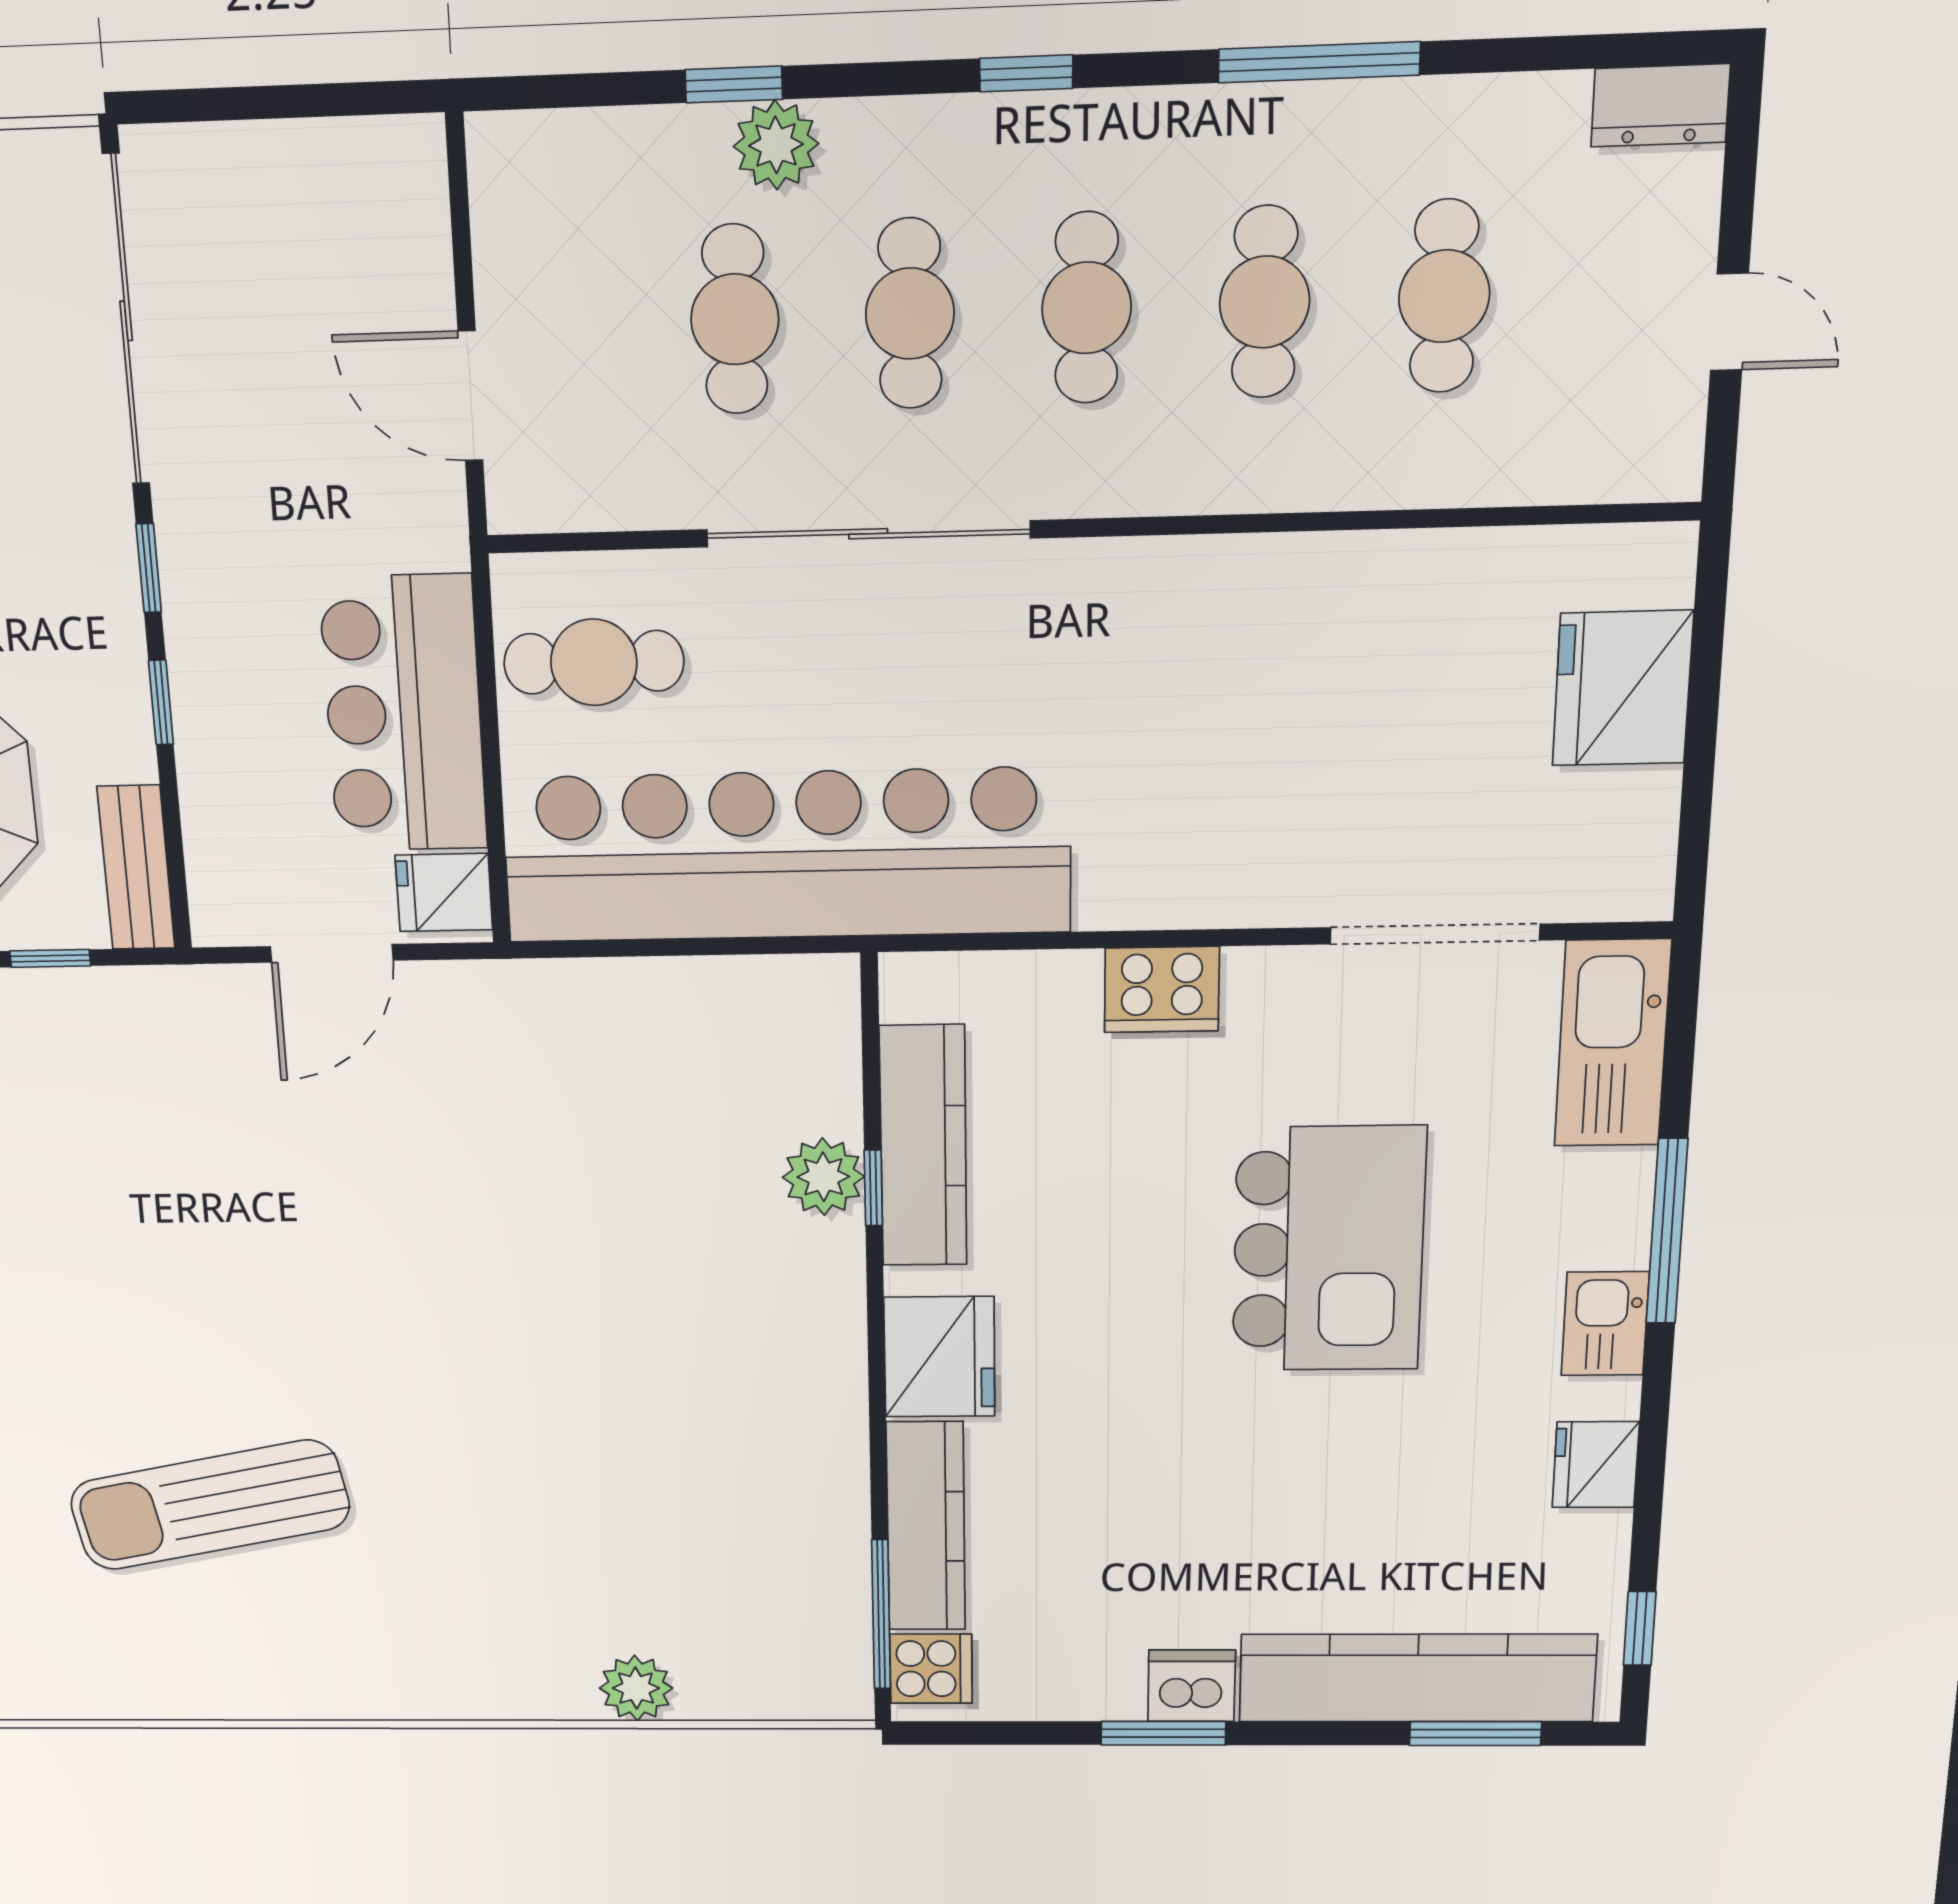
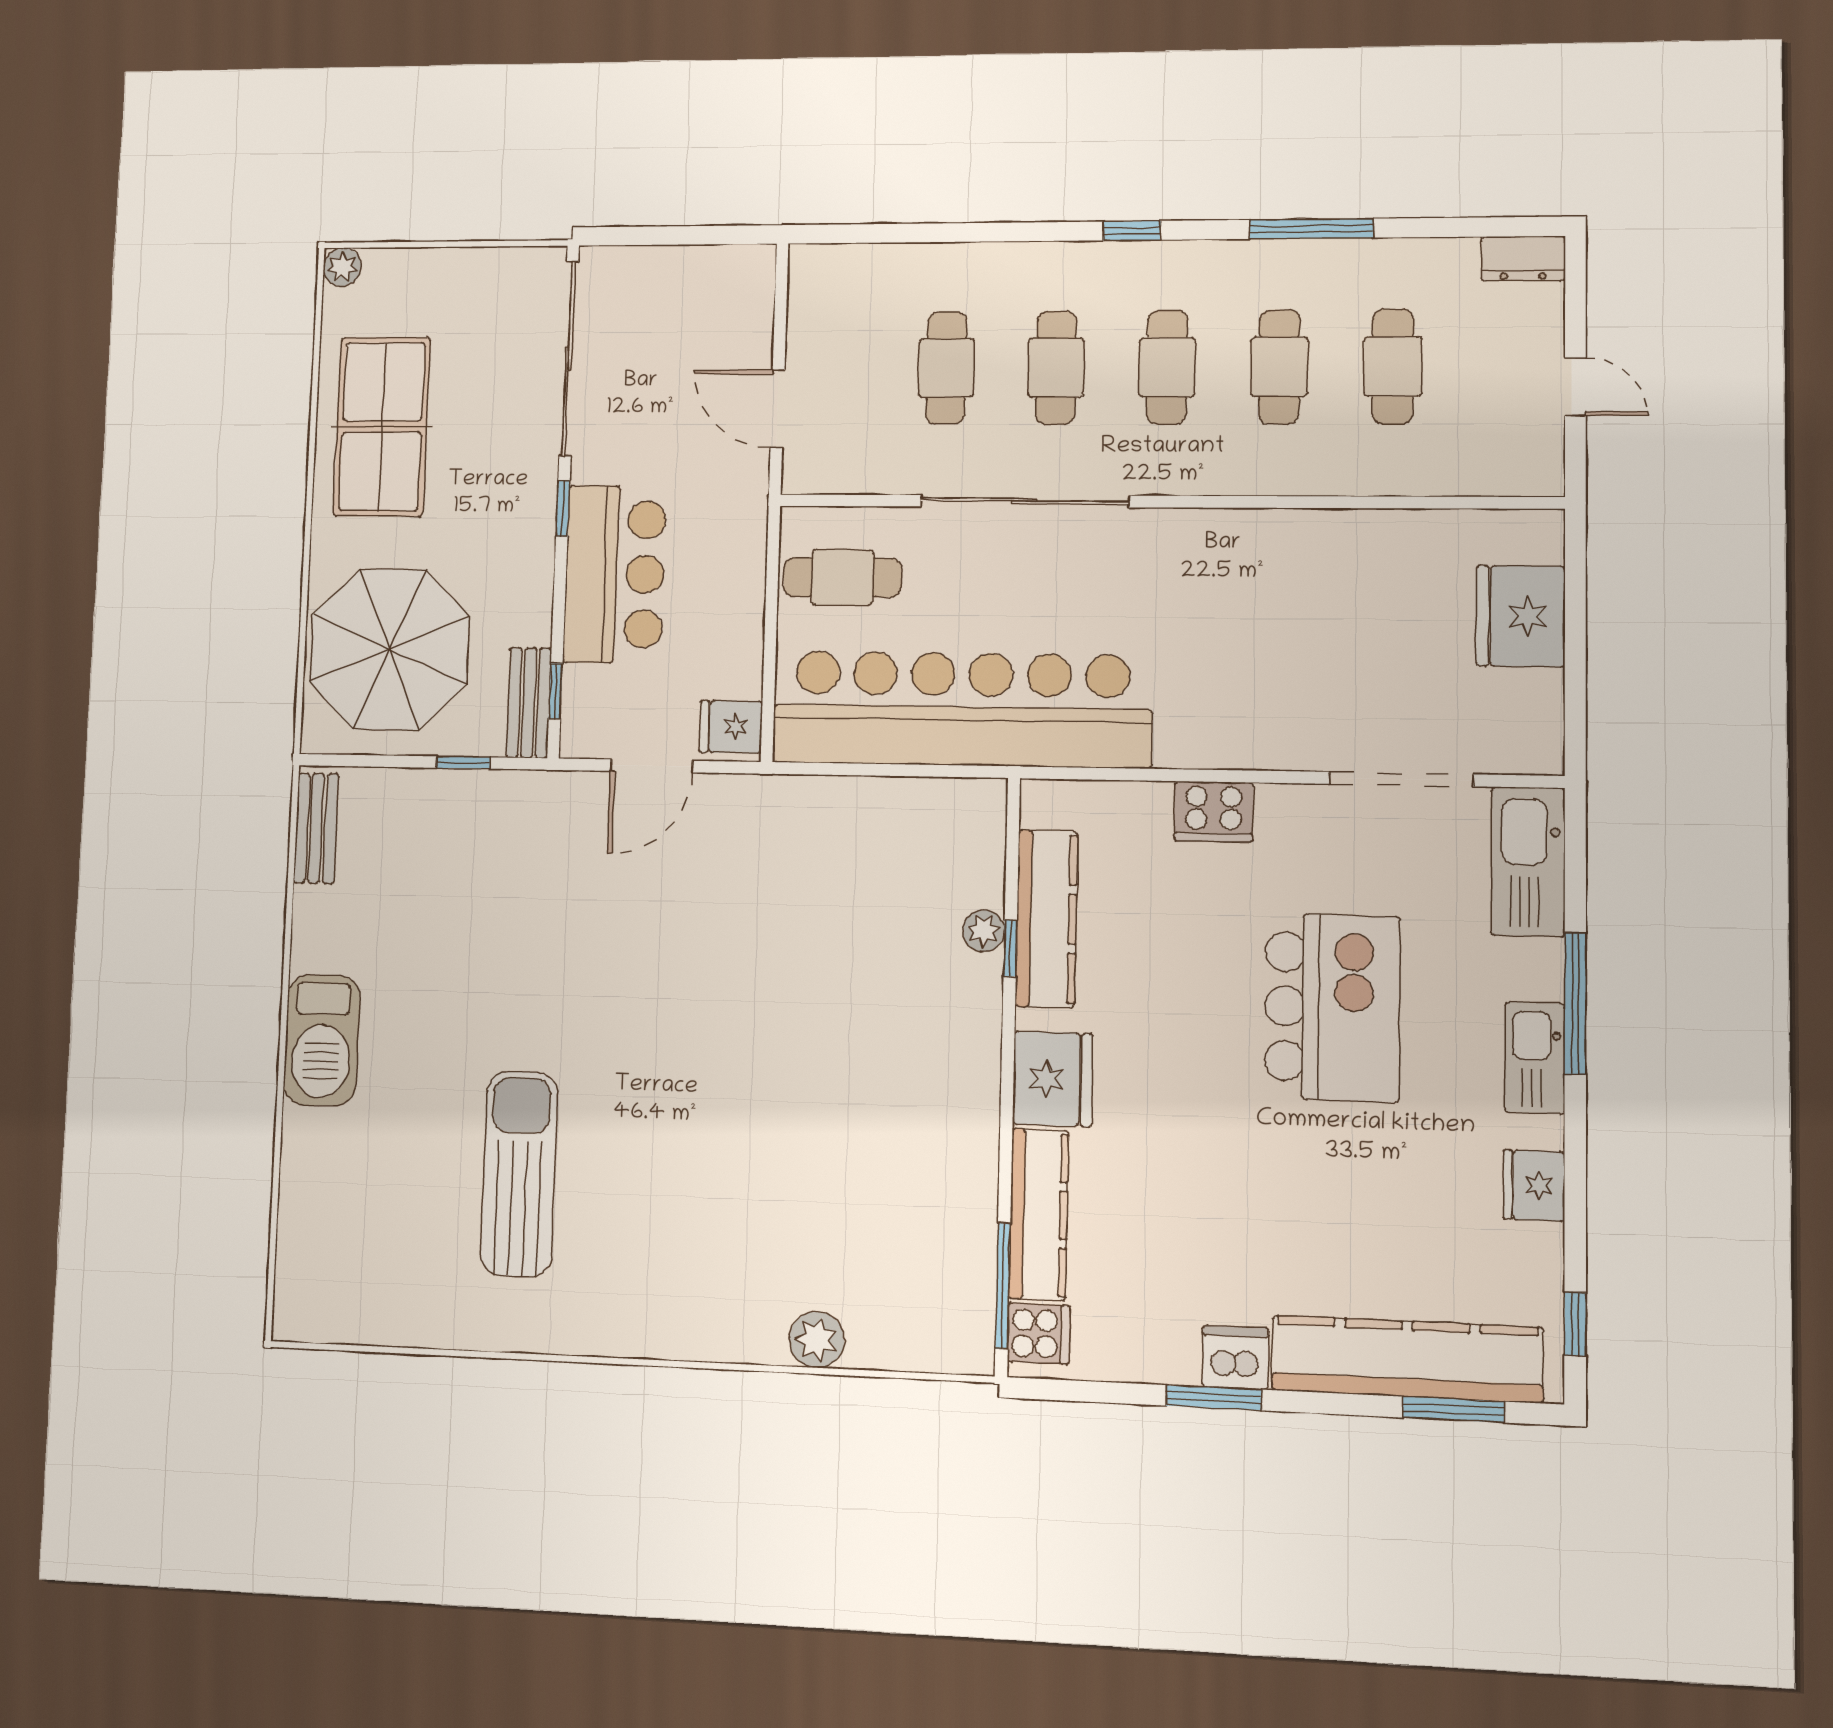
window: (734, 85) -> (953, 233), removed
plant: (776, 145) -> (977, 267), removed
window: (161, 702) -> (556, 691), moved
bar counter: (404, 714) -> (615, 574), moved, turned 180
plant: (823, 1177) -> (984, 931), width x0.73, depth x0.73
kitchen sink: (1605, 1324) -> (1535, 1058), width x1.38
sun lounger: (210, 1505) -> (519, 1174), turned 101

